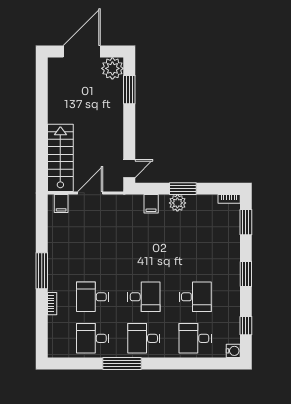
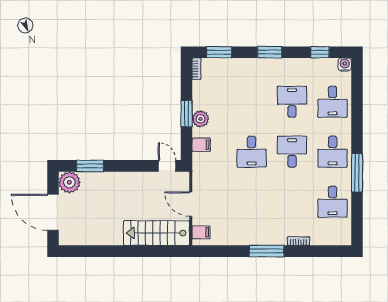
desk: (93, 297) -> (252, 152), moved

